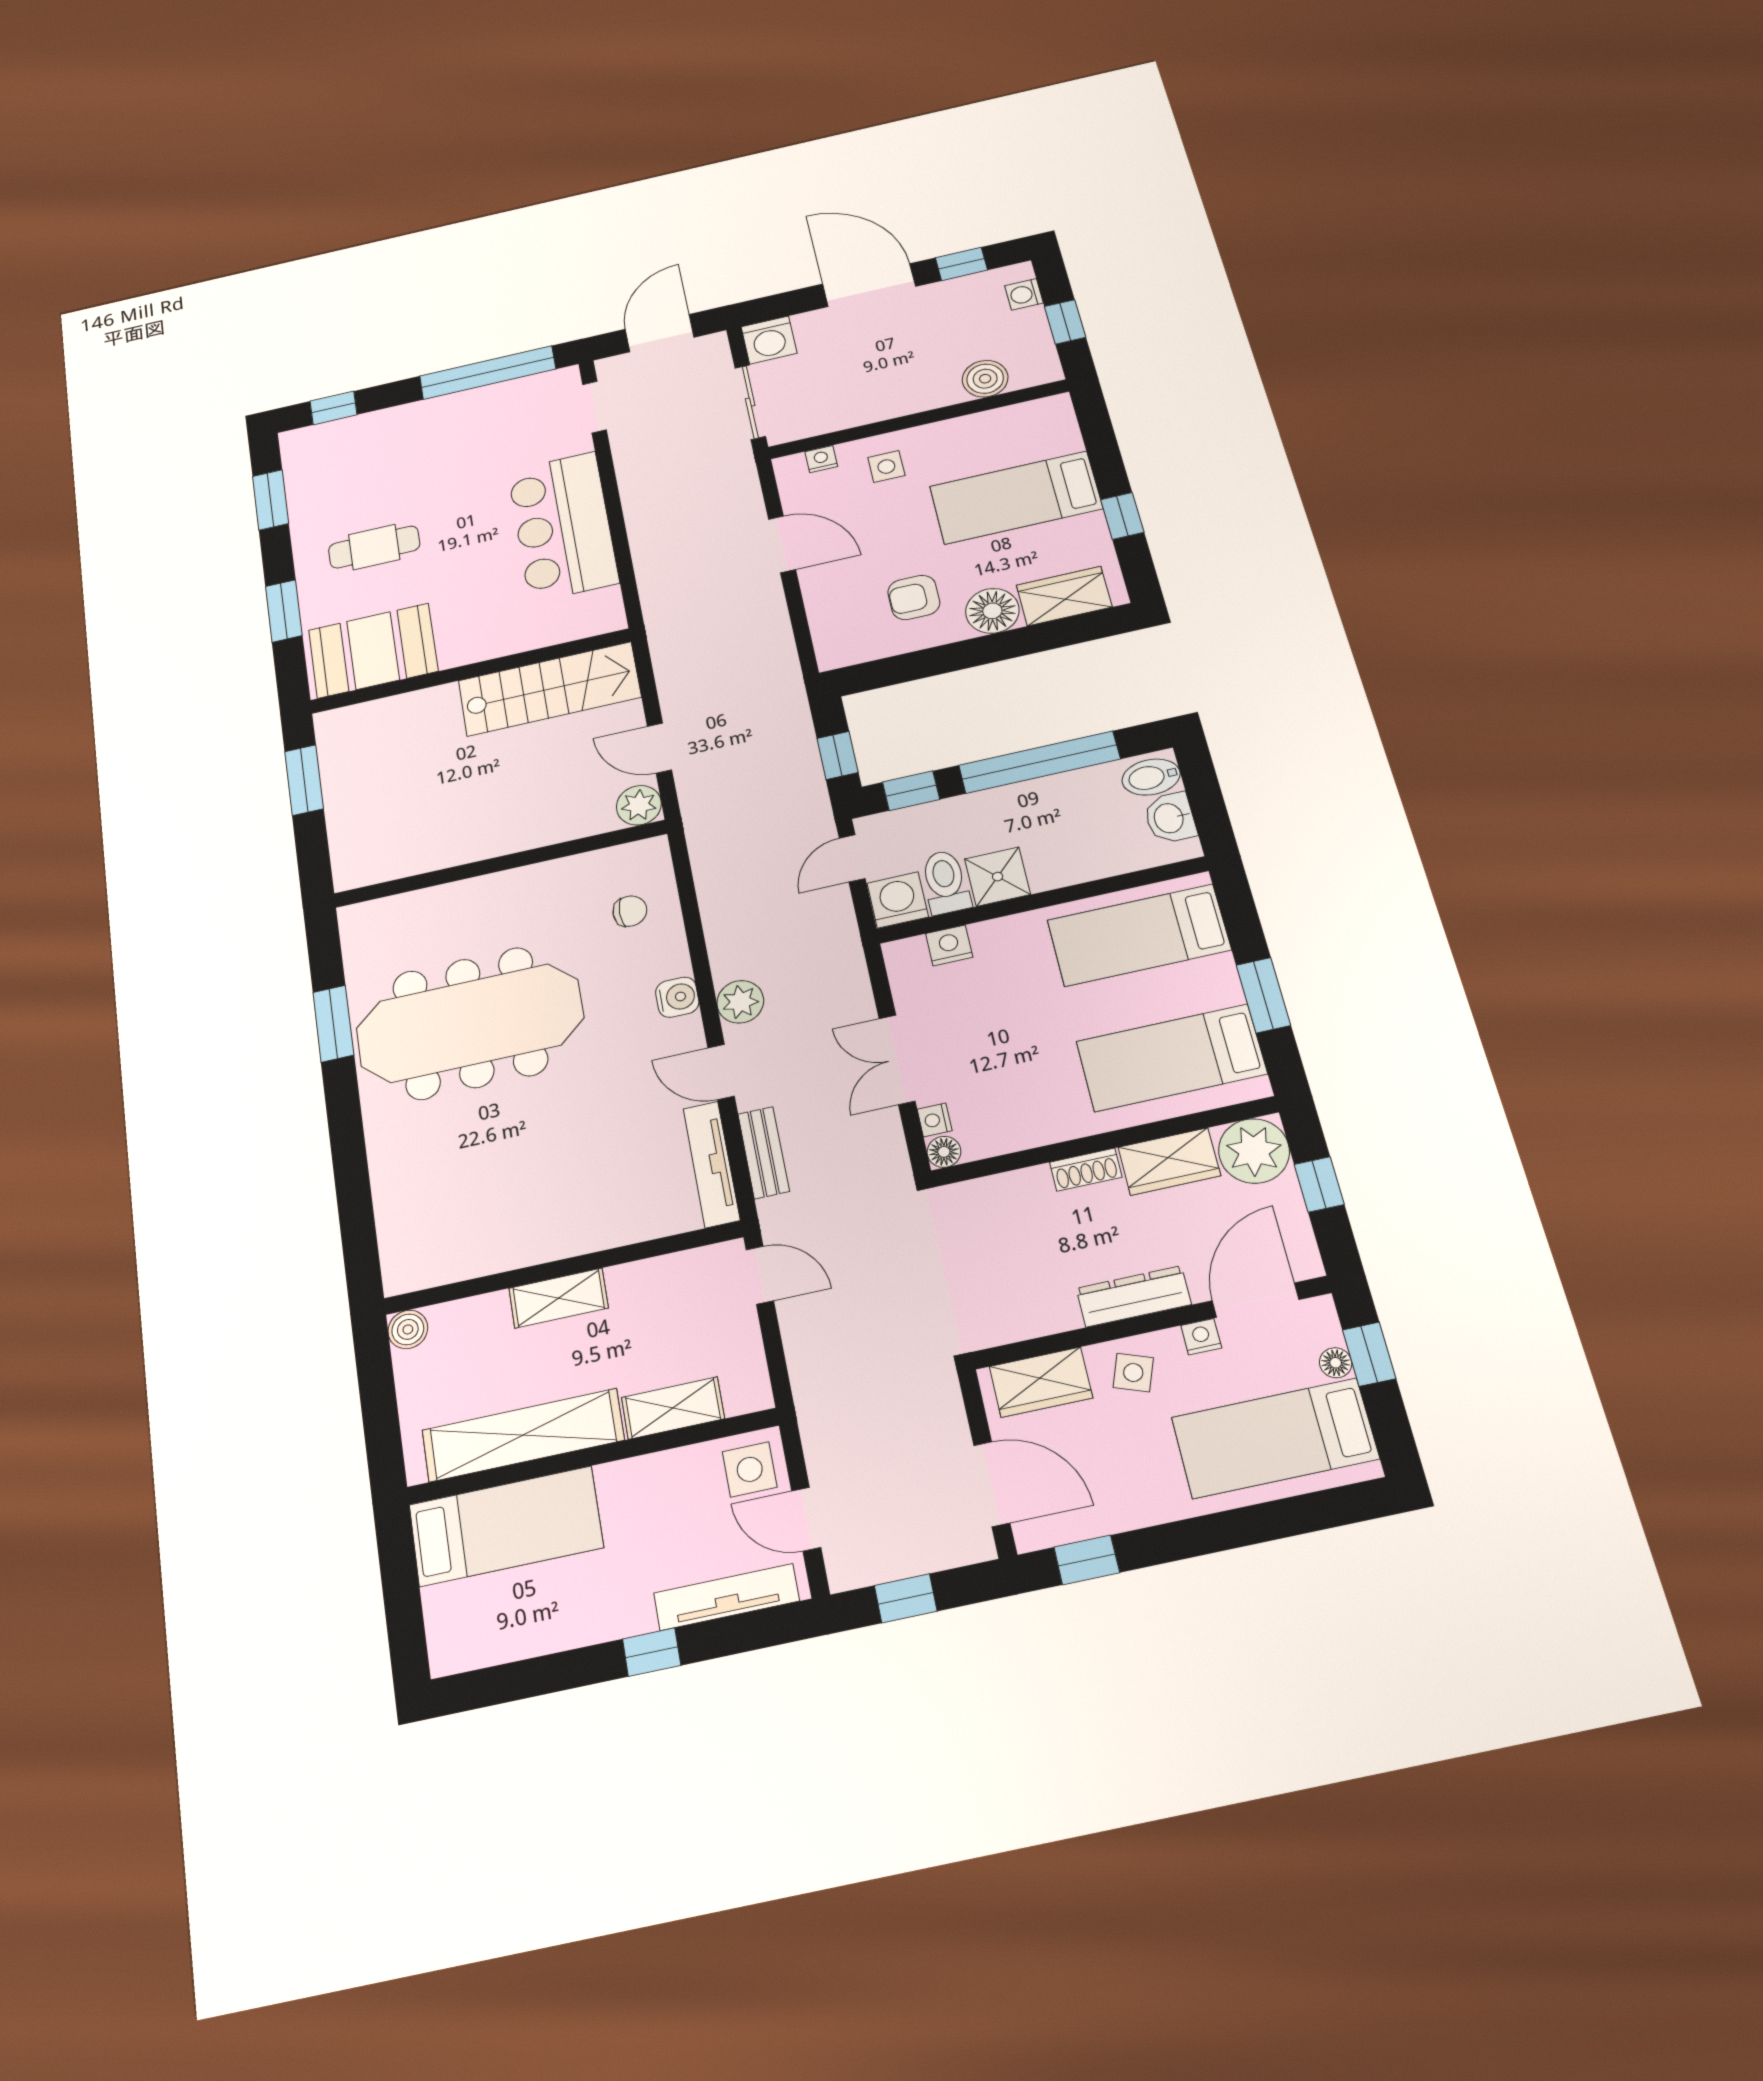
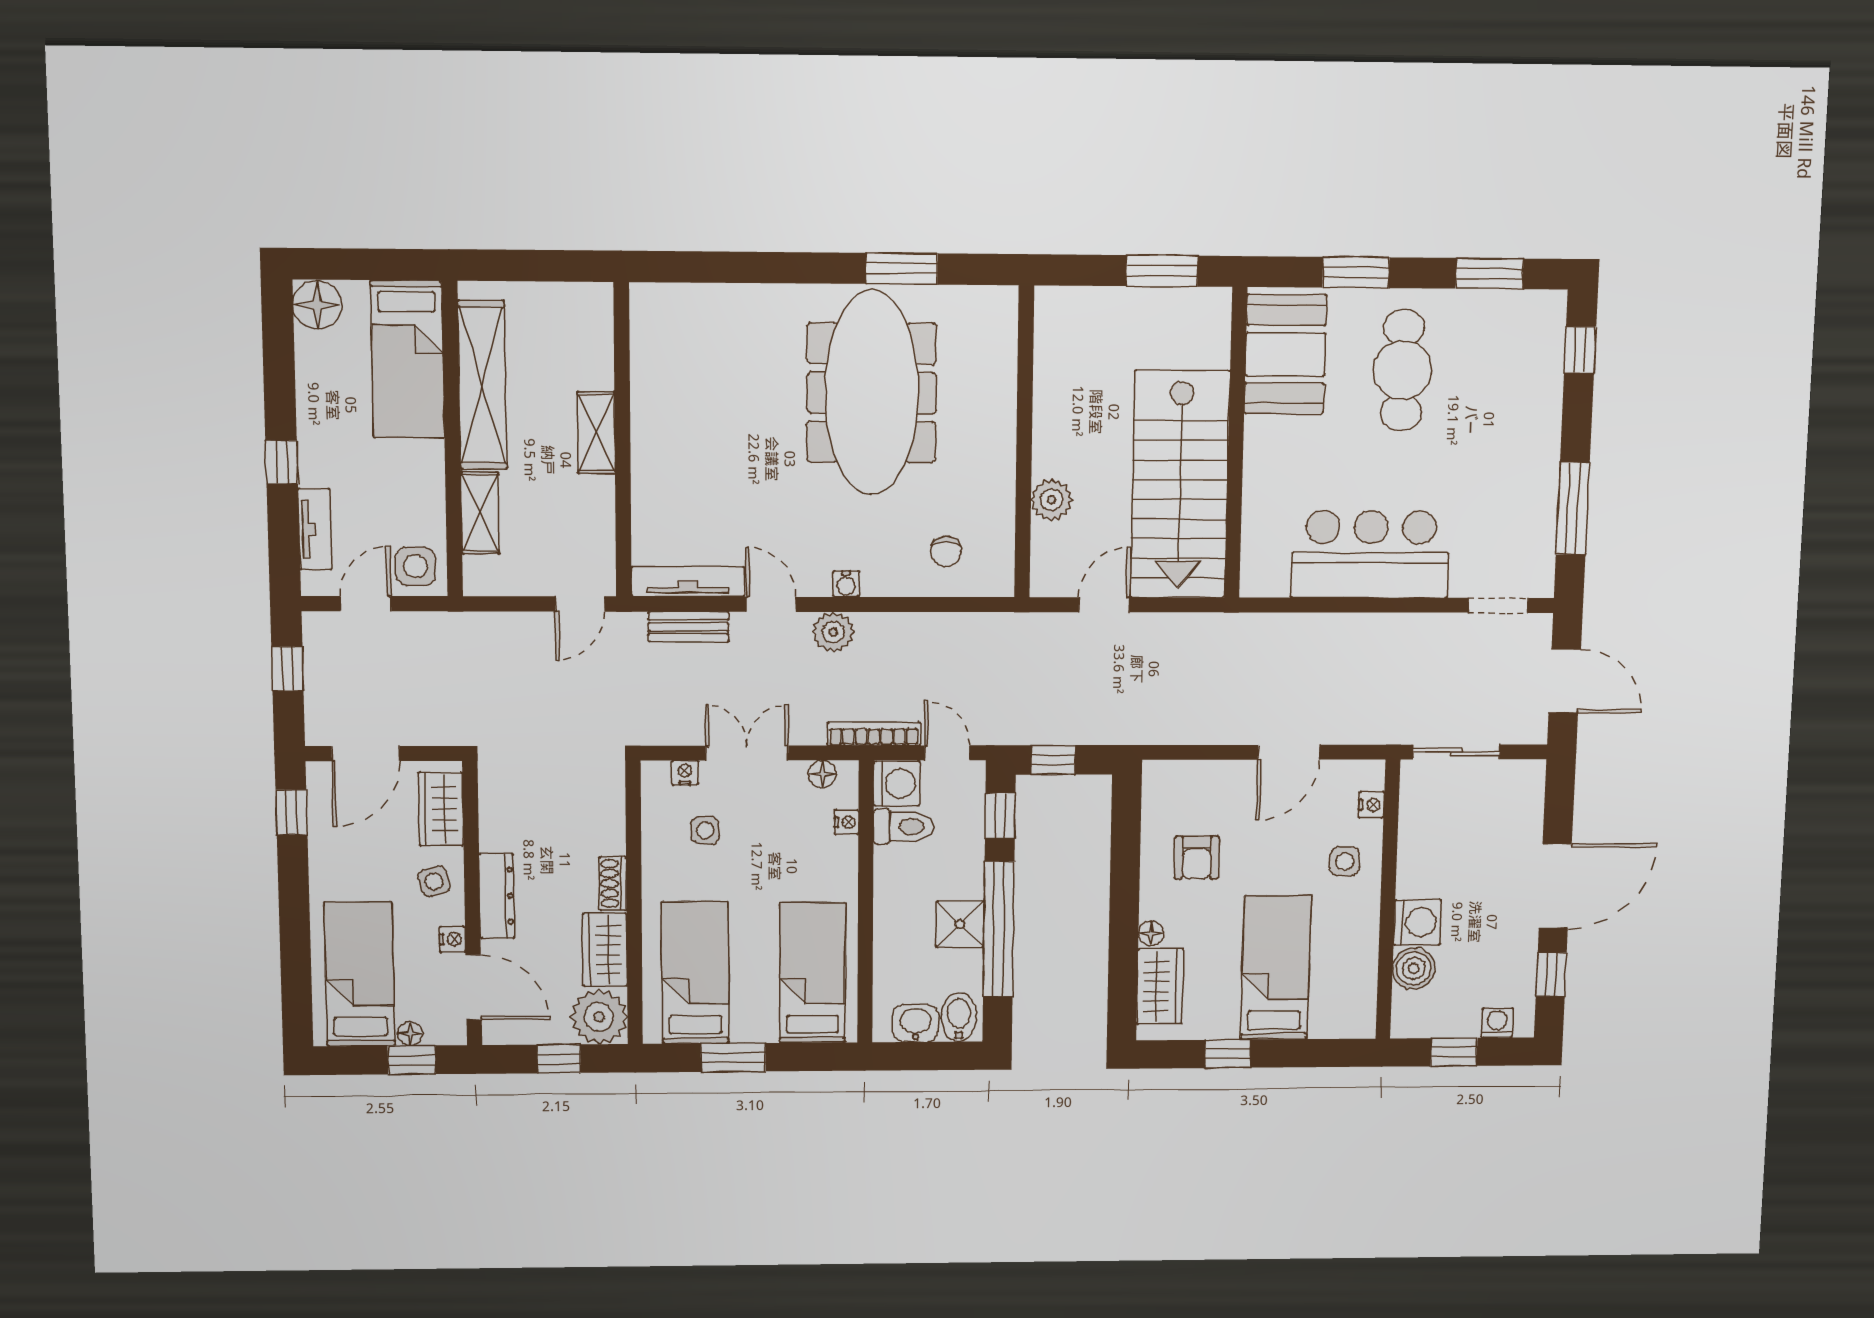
washing machine: (769, 340) -> (1417, 922), moved, turned 180
window: (488, 373) -> (1573, 508), width x0.68
cafe table: (374, 547) -> (1403, 370), width x1.37, depth x1.35
armchair: (914, 597) -> (1197, 858), turned 180
floor lamp: (992, 611) -> (1151, 933), width x0.53, depth x0.53
stairs: (549, 689) -> (1180, 484), width x1.36, depth x1.51
plant: (639, 805) -> (1052, 500), moved
shower: (998, 877) -> (960, 924), moved
bookcase: (847, 935) -> (874, 734), added
nightstand: (949, 945) -> (847, 822), width x0.72, depth x0.74
water cooler: (677, 997) -> (846, 584), width x0.72, depth x0.72
door: (721, 1072) -> (771, 604), hinge flipped
side table: (998, 1084) -> (705, 830), added
floor lamp: (944, 1152) -> (822, 774), moved
boiler: (408, 1329) -> (596, 299), removed
side table: (1133, 1373) -> (434, 881), turned -35
tv unit: (726, 1597) -> (315, 529), width x0.71
floor lamp: (457, 1644) -> (317, 305), added

